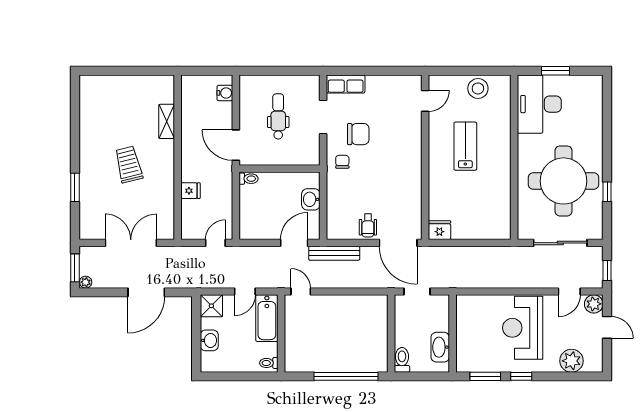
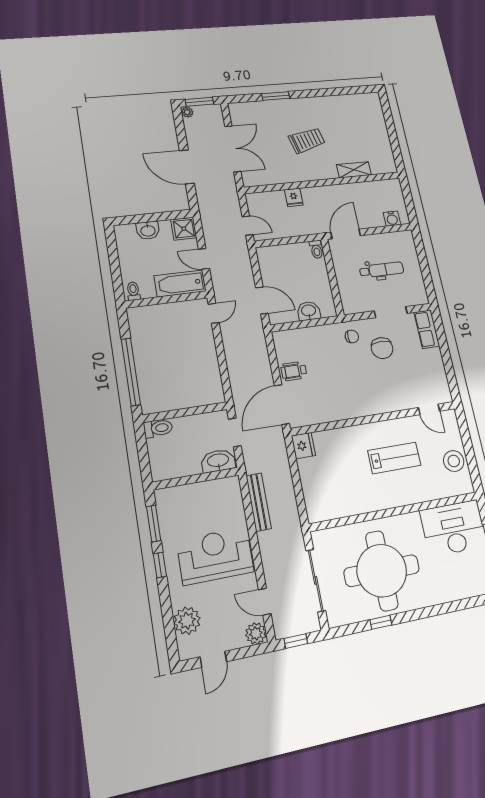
bench: (334, 253) -> (259, 502), moved
door: (607, 327) -> (213, 659), moved
washbasin: (440, 347) -> (218, 461), moved

